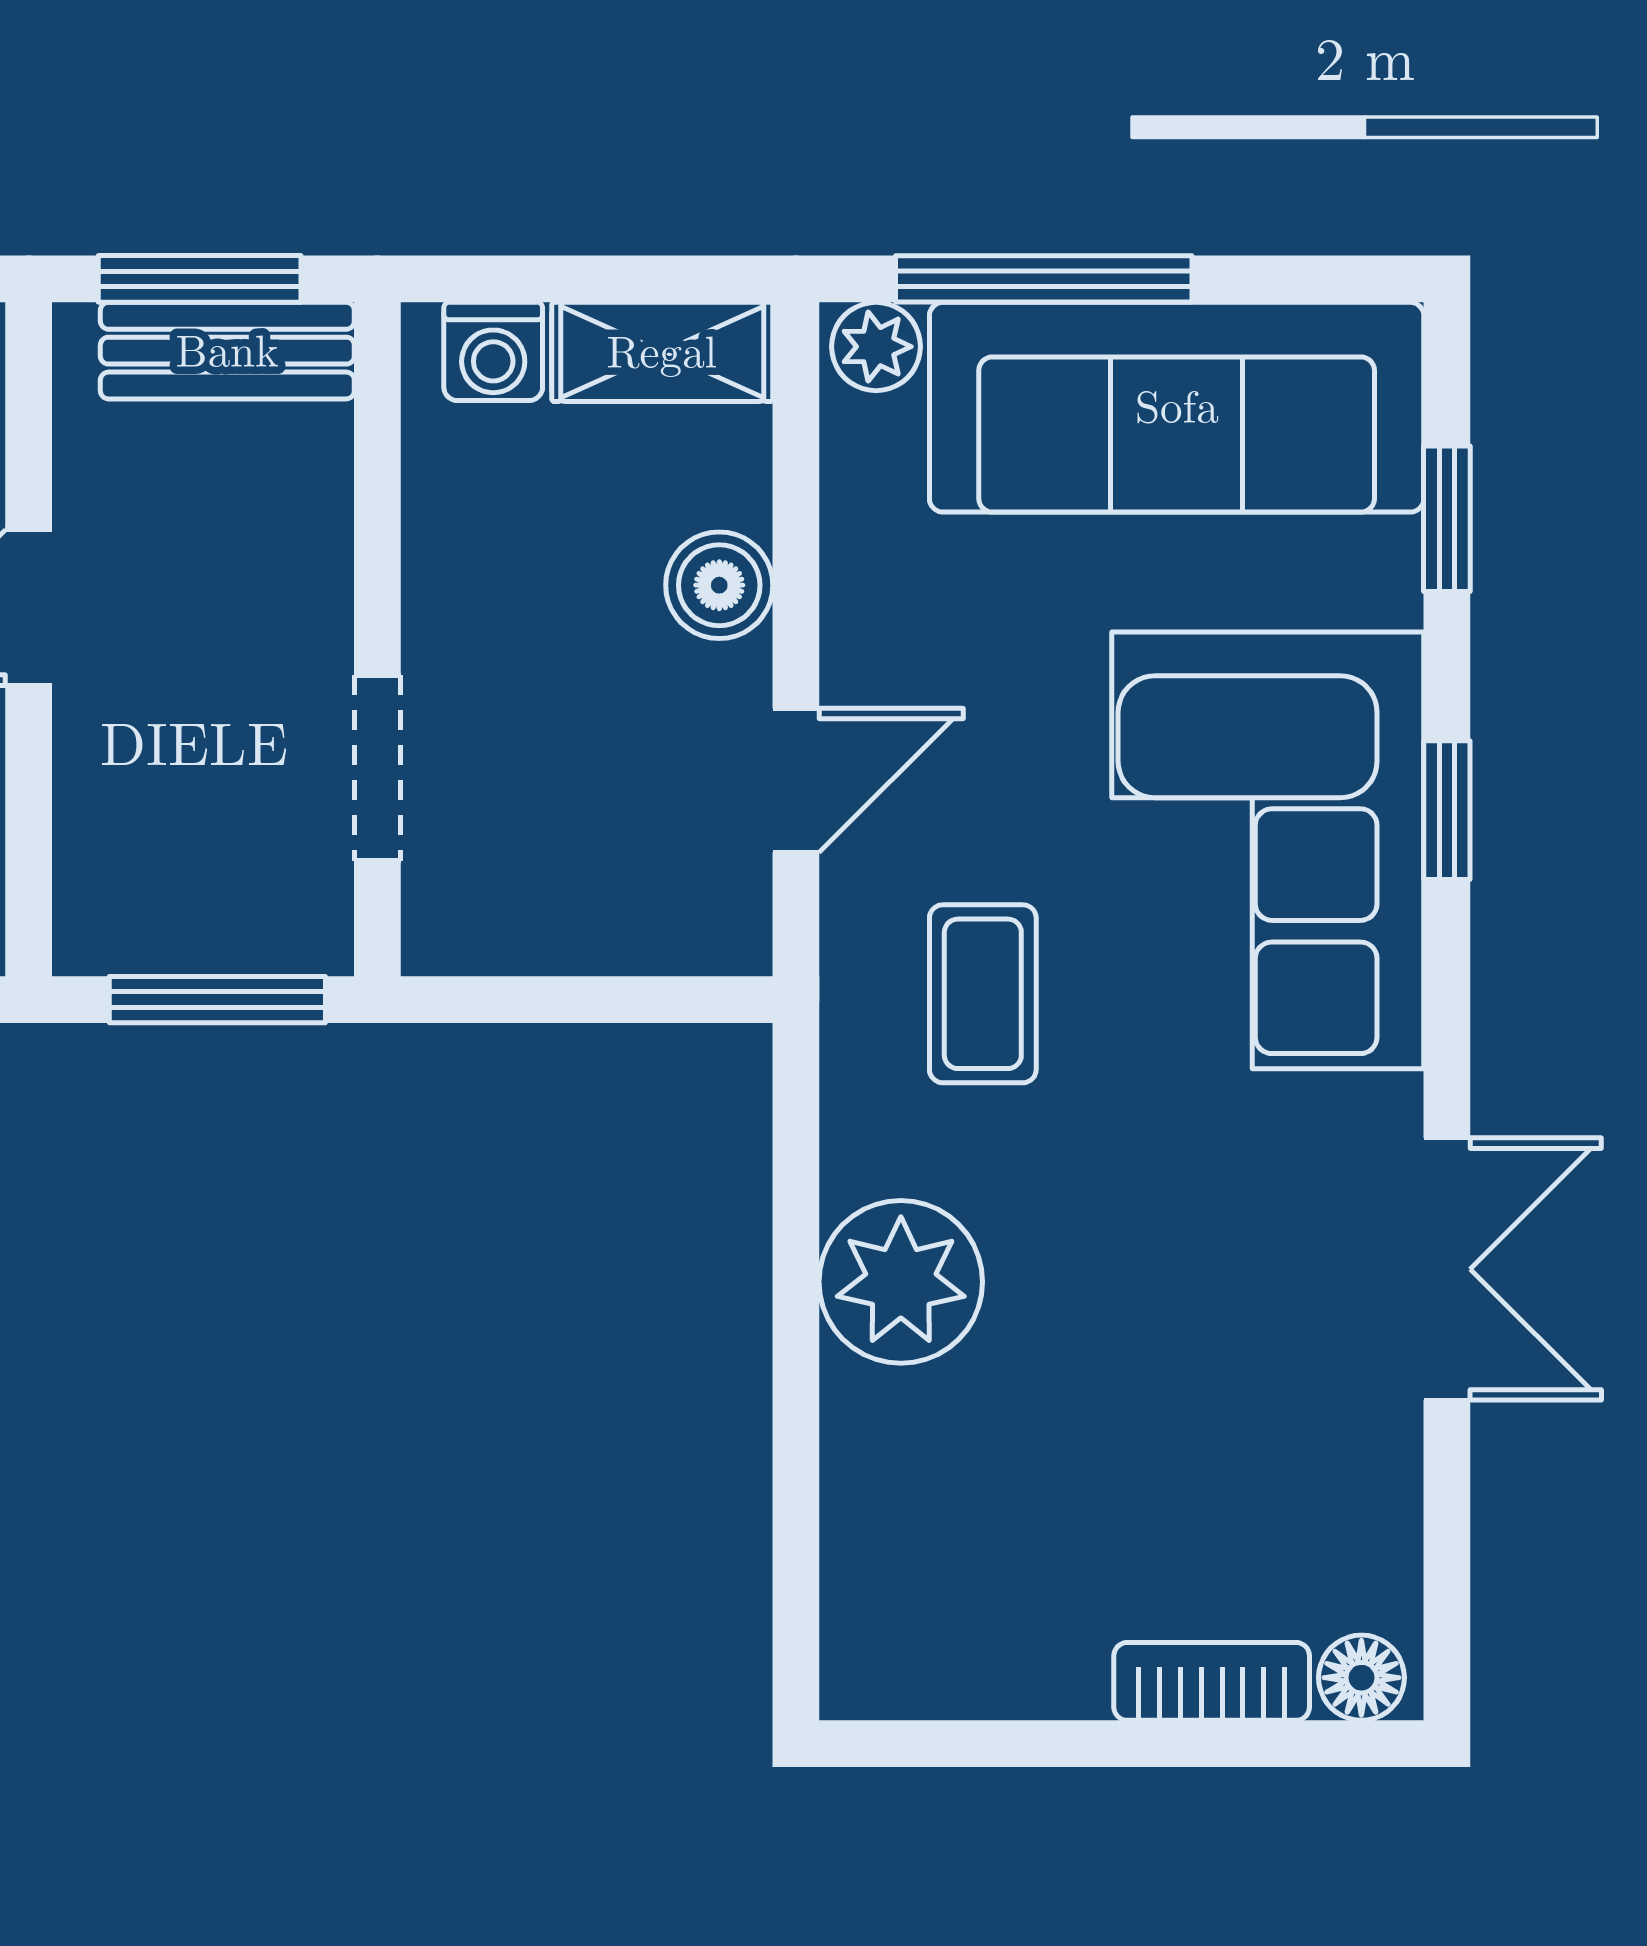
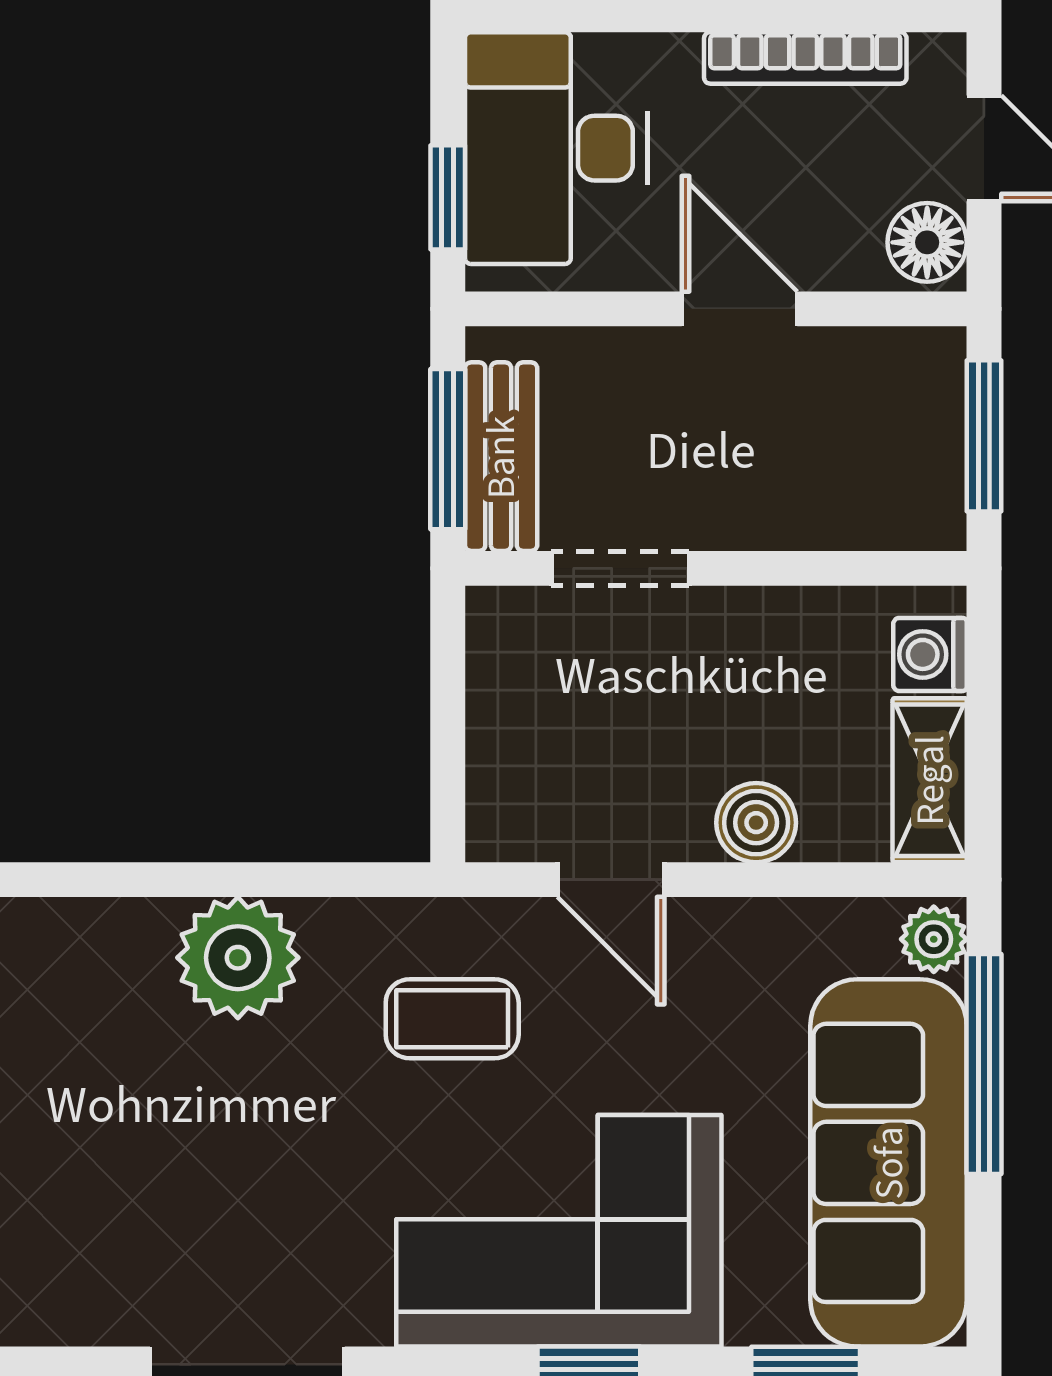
bench: (227, 351) -> (501, 457), moved

